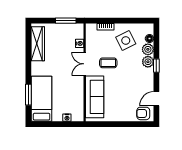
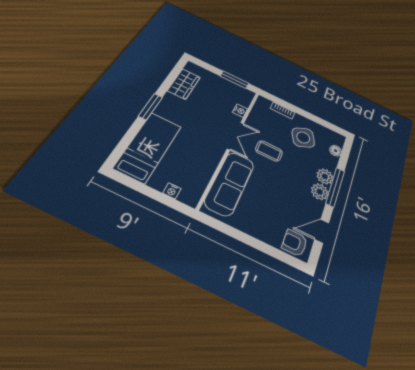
wardrobe: (38, 44) -> (184, 84), width x0.67
plant: (148, 49) -> (320, 192), moved
double door: (85, 64) -> (235, 136), swing flipped
window: (156, 66) -> (335, 187), width x2.17
window: (28, 95) -> (151, 107), moved

